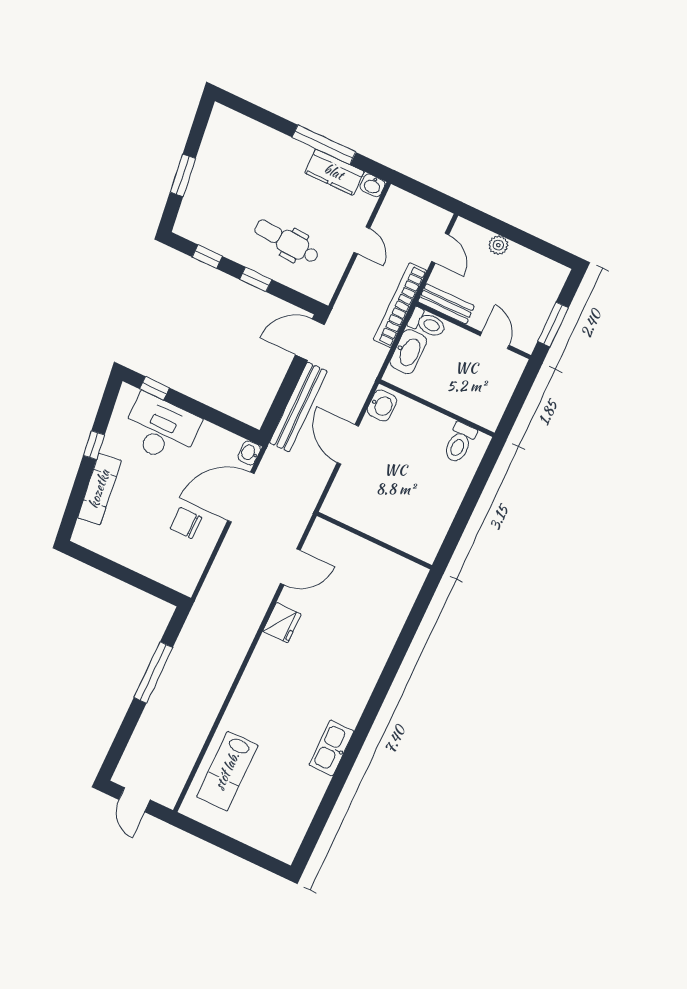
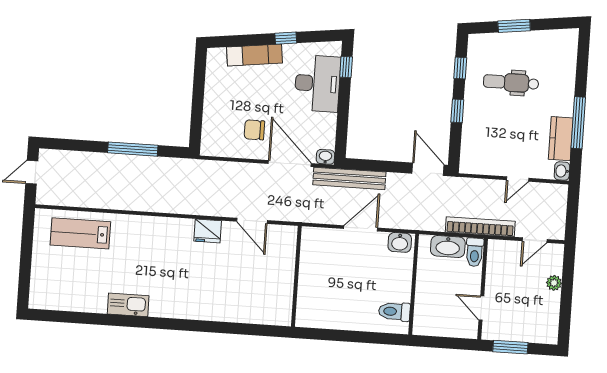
dental chair: (287, 241) -> (511, 83), moved, turned -94
bench: (446, 304) -> (495, 261), removed
door: (495, 341) -> (481, 308), swing flipped
bench: (298, 407) -> (349, 178), moved
chair: (186, 523) -> (254, 130), turned -90

